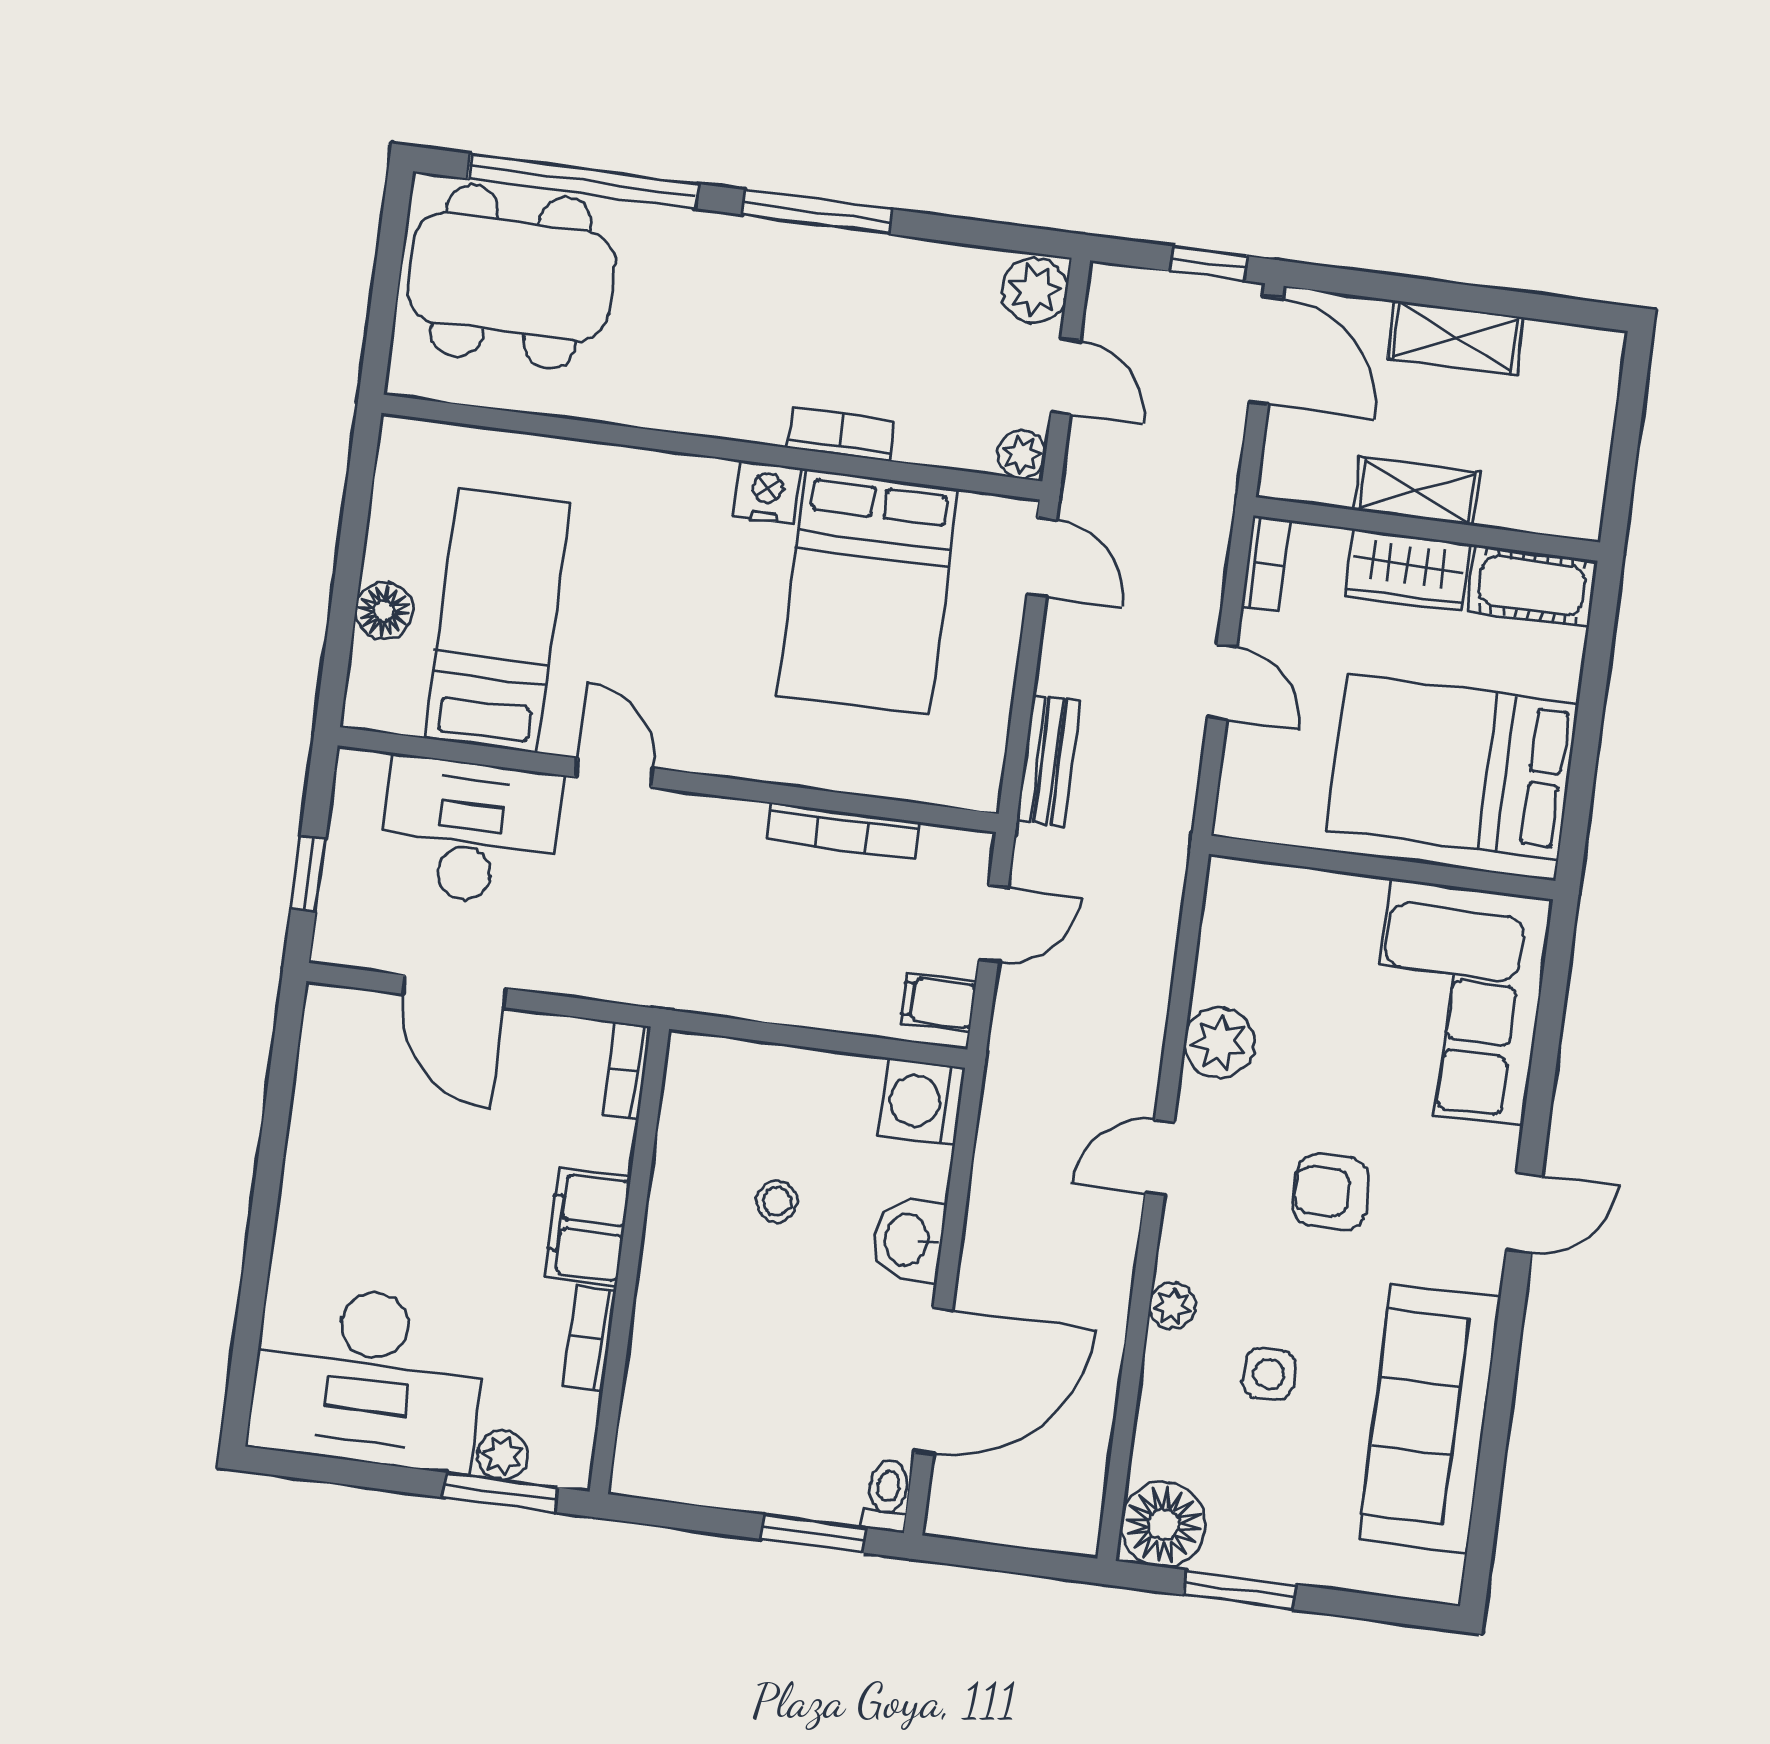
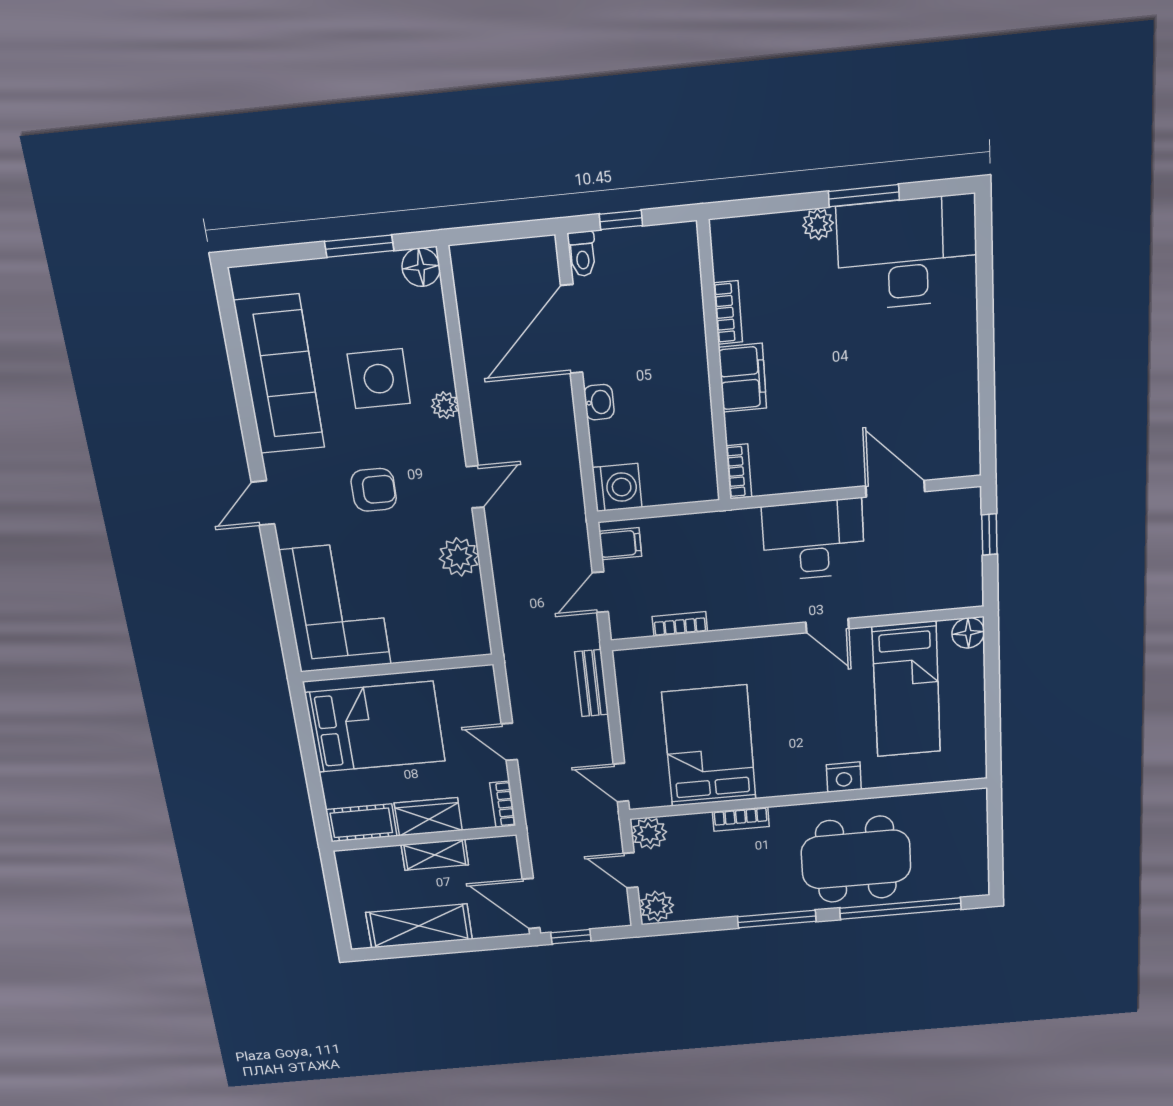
dining table: (511, 277) -> (856, 859), moved
shelving: (1455, 338) -> (419, 926), width x1.50, depth x1.33
plant: (1022, 454) -> (649, 833), width x1.38, depth x1.38
nightstand: (767, 492) -> (844, 777), moved
floor lamp: (384, 611) -> (968, 633), moved
desk: (470, 831) -> (813, 540), moved, turned 180
bookcase: (843, 831) -> (680, 624), width x0.64
bookcase: (626, 1071) -> (739, 471), moved
stool: (777, 1201) -> (686, 413), removed
filing cabinet: (588, 1227) -> (743, 378), moved
washbasin: (908, 1240) -> (599, 402), width x0.72, depth x0.69
wall: (629, 1260) -> (714, 364), moved
bookcase: (589, 1338) -> (728, 313), moved
side table: (1269, 1374) -> (379, 379), width x1.87, depth x1.87
window: (500, 1492) -> (864, 196), moved
floor lamp: (1163, 1524) -> (421, 267), width x0.73, depth x0.73
window: (813, 1534) -> (621, 220), width x0.67

